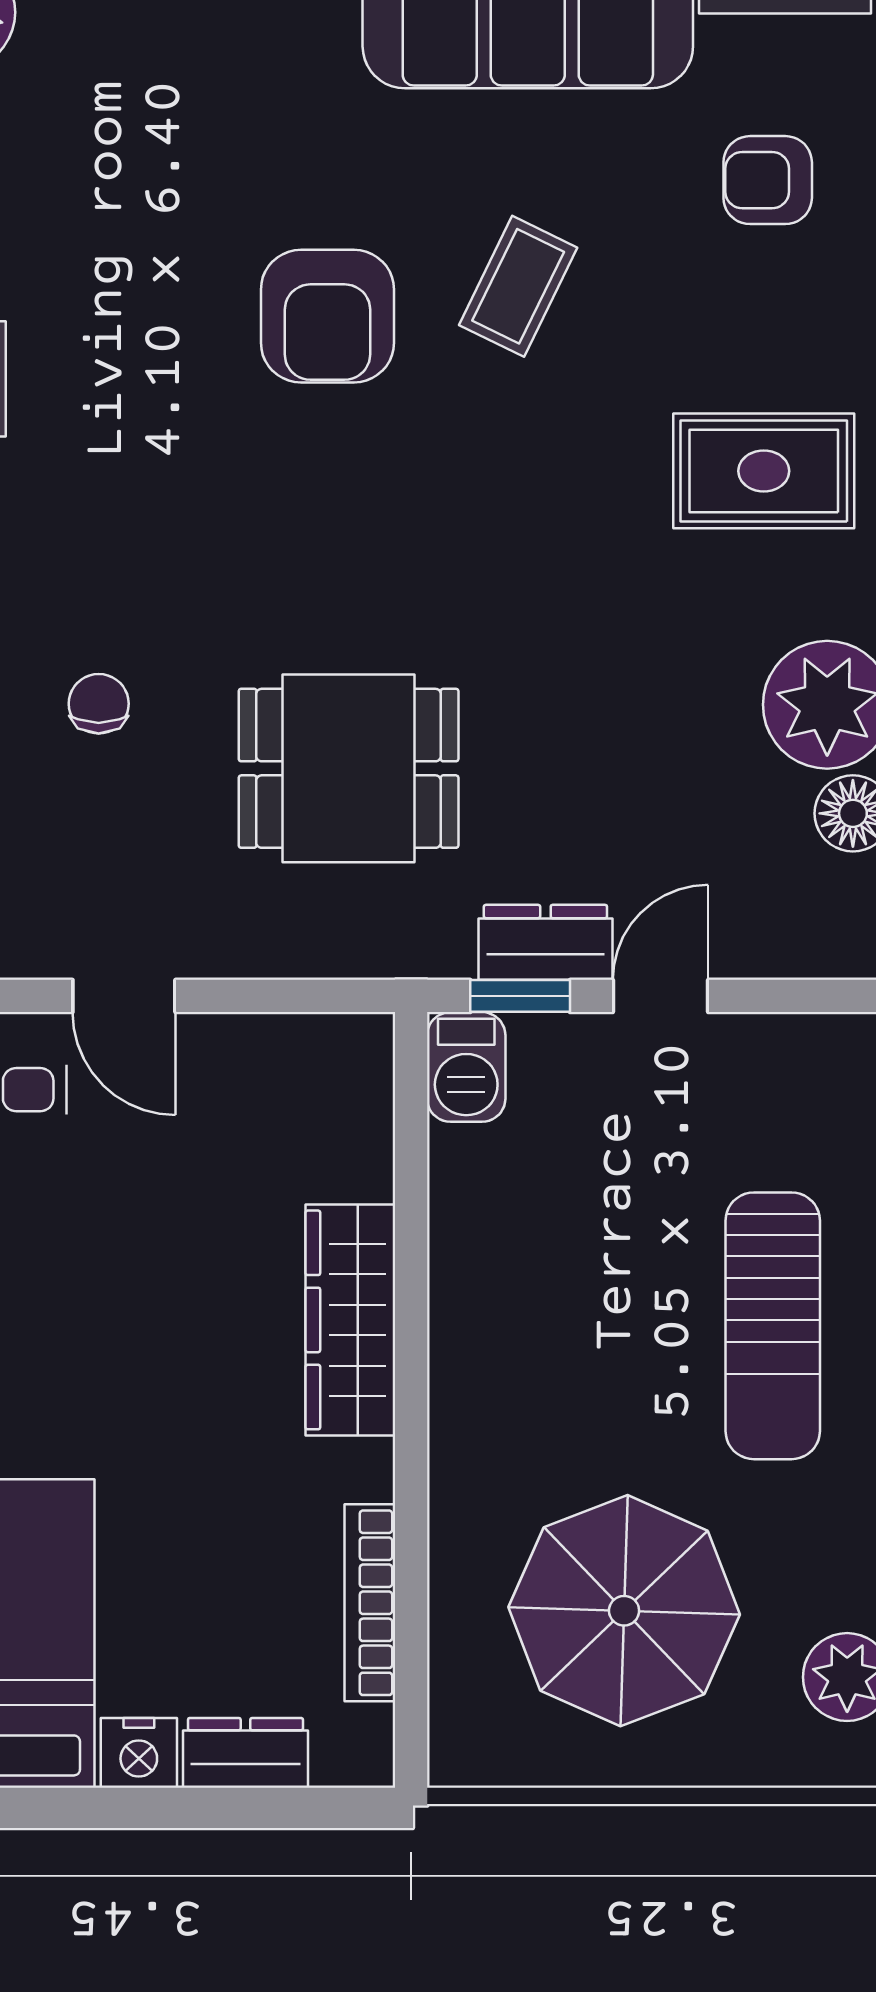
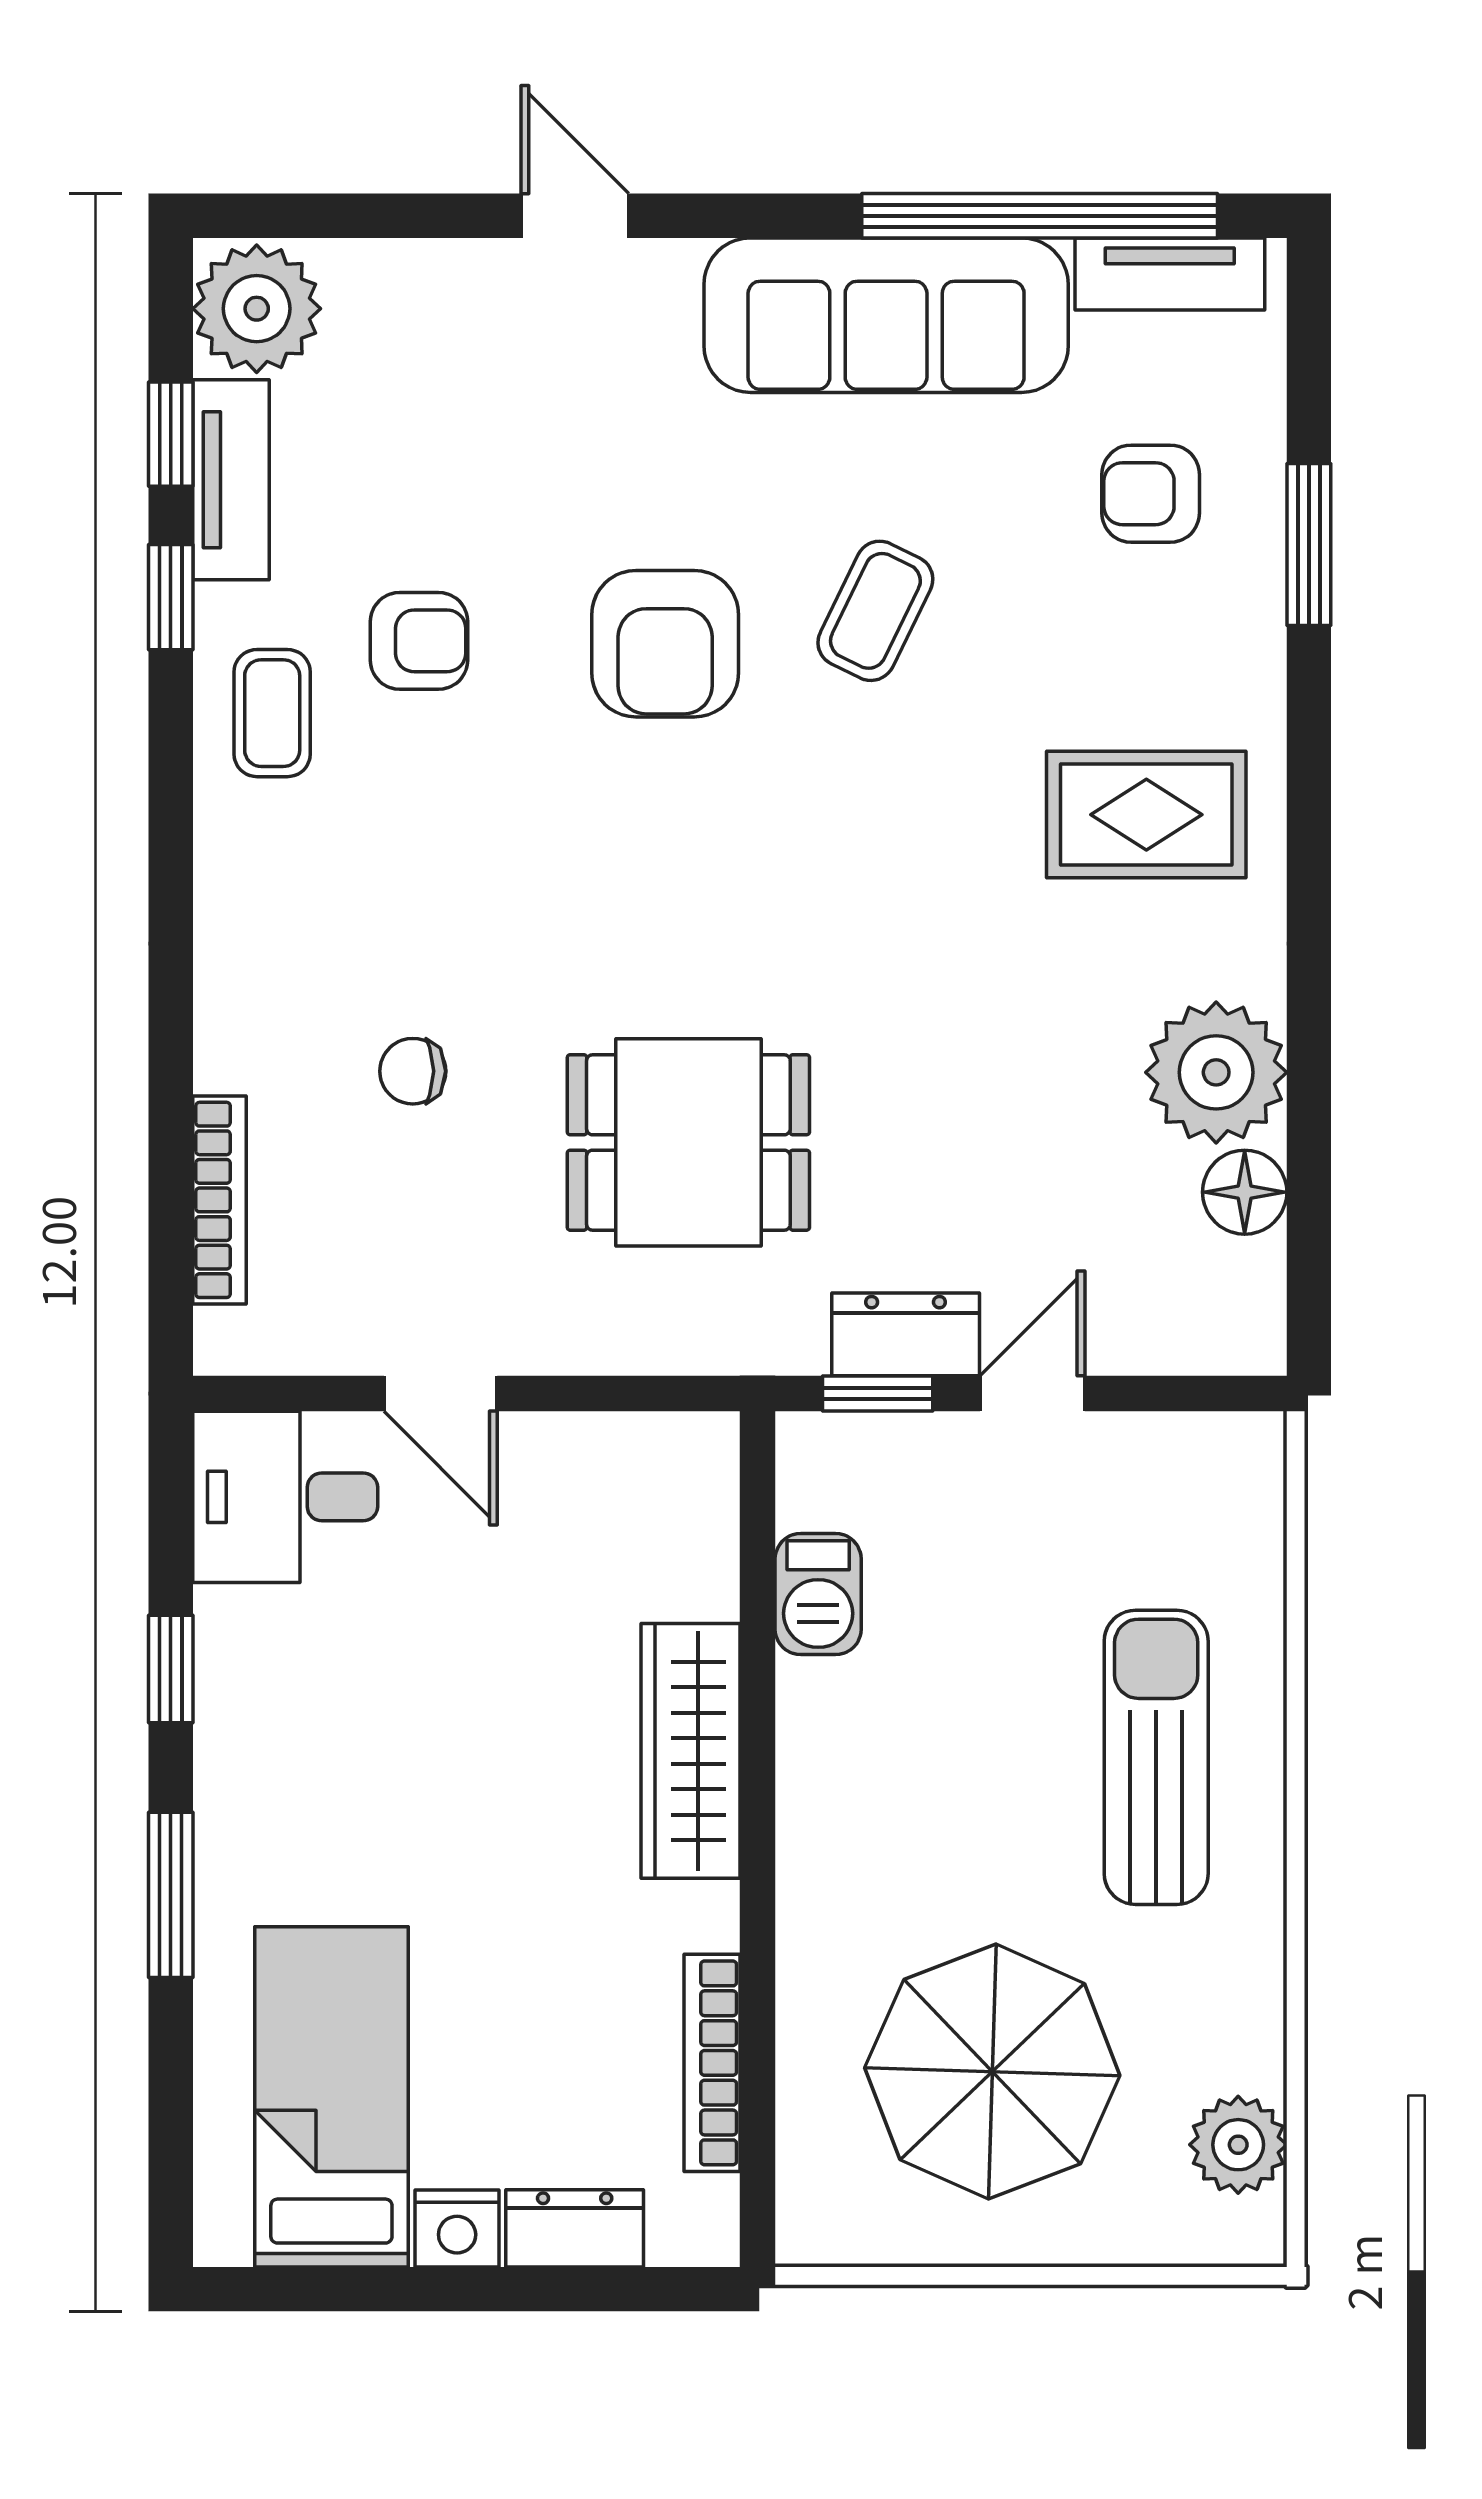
armchair: (104, 314) -> (419, 641), added
chair: (99, 704) -> (413, 1071), turned -90
barbecue: (466, 1067) -> (818, 1594), moved
sun lounger: (773, 1326) -> (1156, 1757), turned 180

